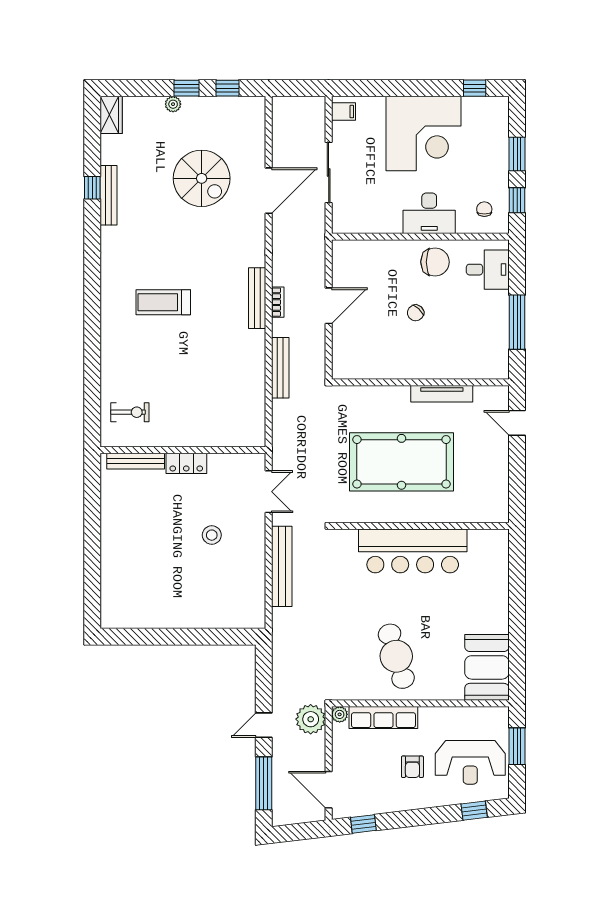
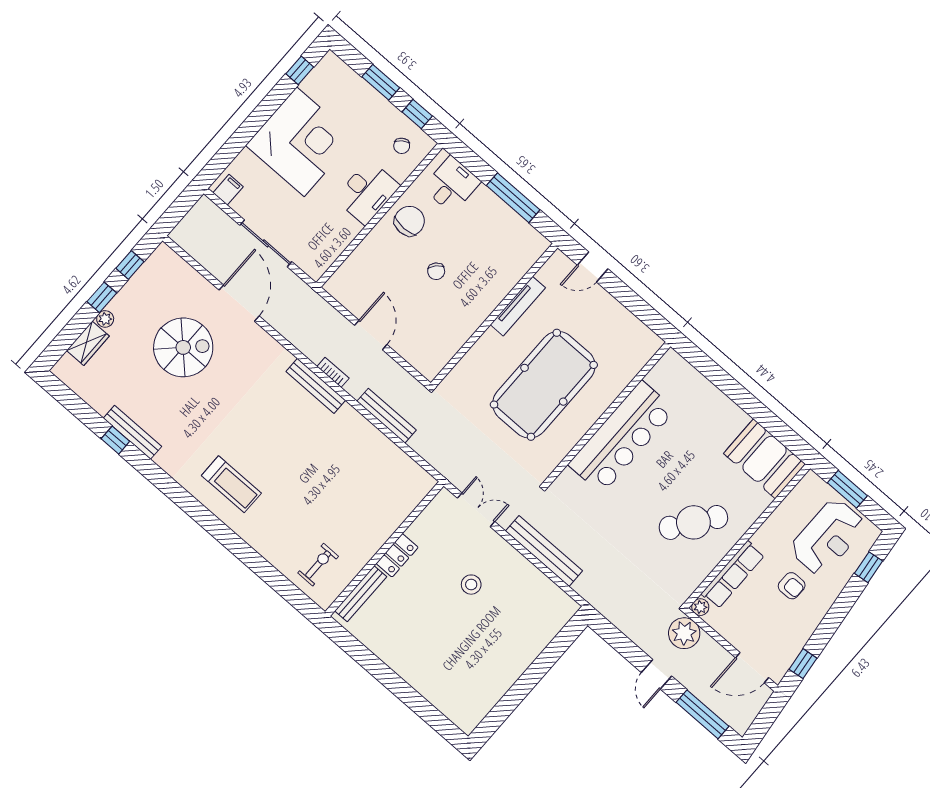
wardrobe: (111, 115) -> (88, 343), moved, turned 90
chair: (484, 209) -> (402, 146), turned -126
treadmill: (163, 302) -> (231, 484), moved, turned -90
cafe table: (396, 656) -> (693, 522), turned -37

